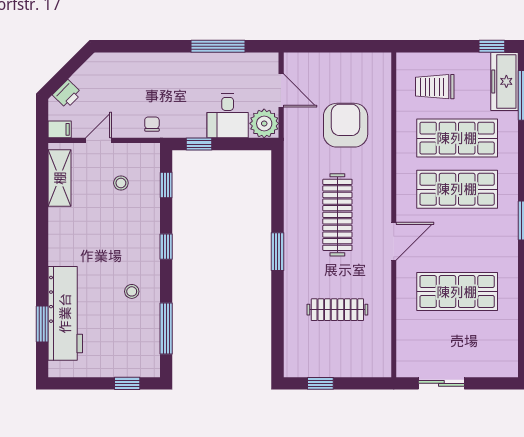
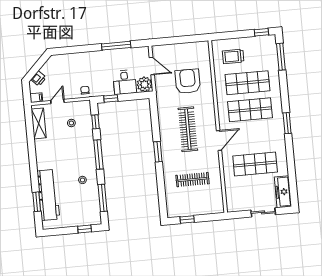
freezer: (504, 81) -> (283, 192), moved
window: (166, 247) -> (98, 154), width x2.17
sliding door: (441, 383) -> (263, 212), moved

